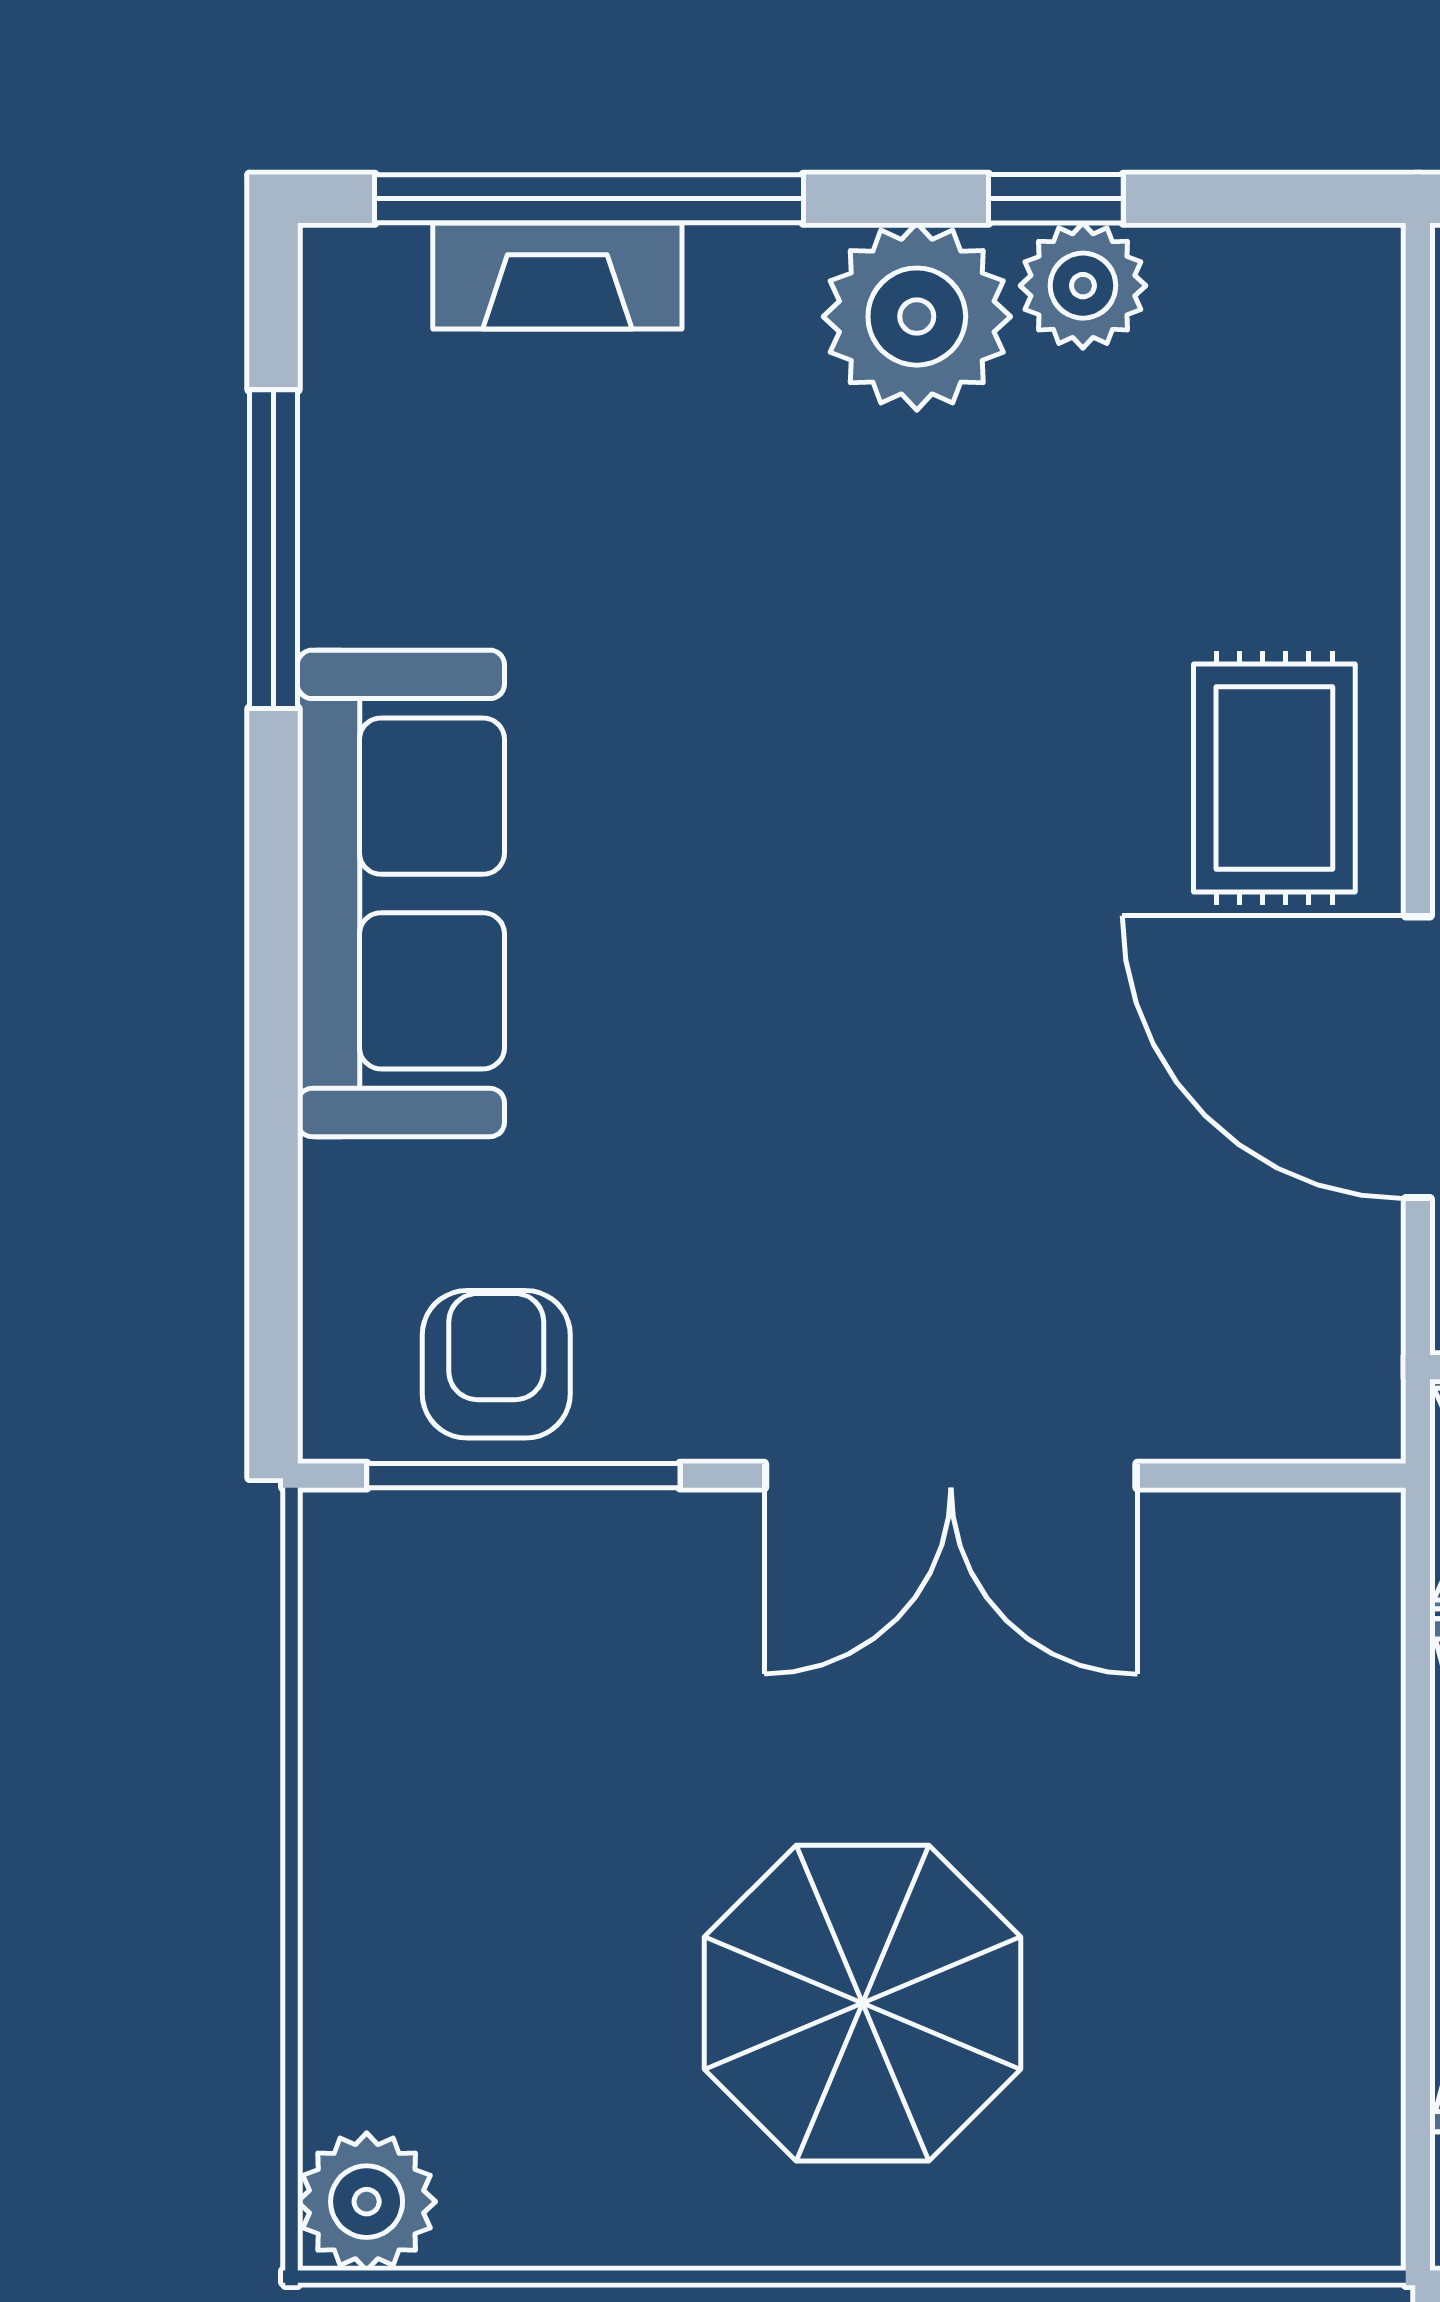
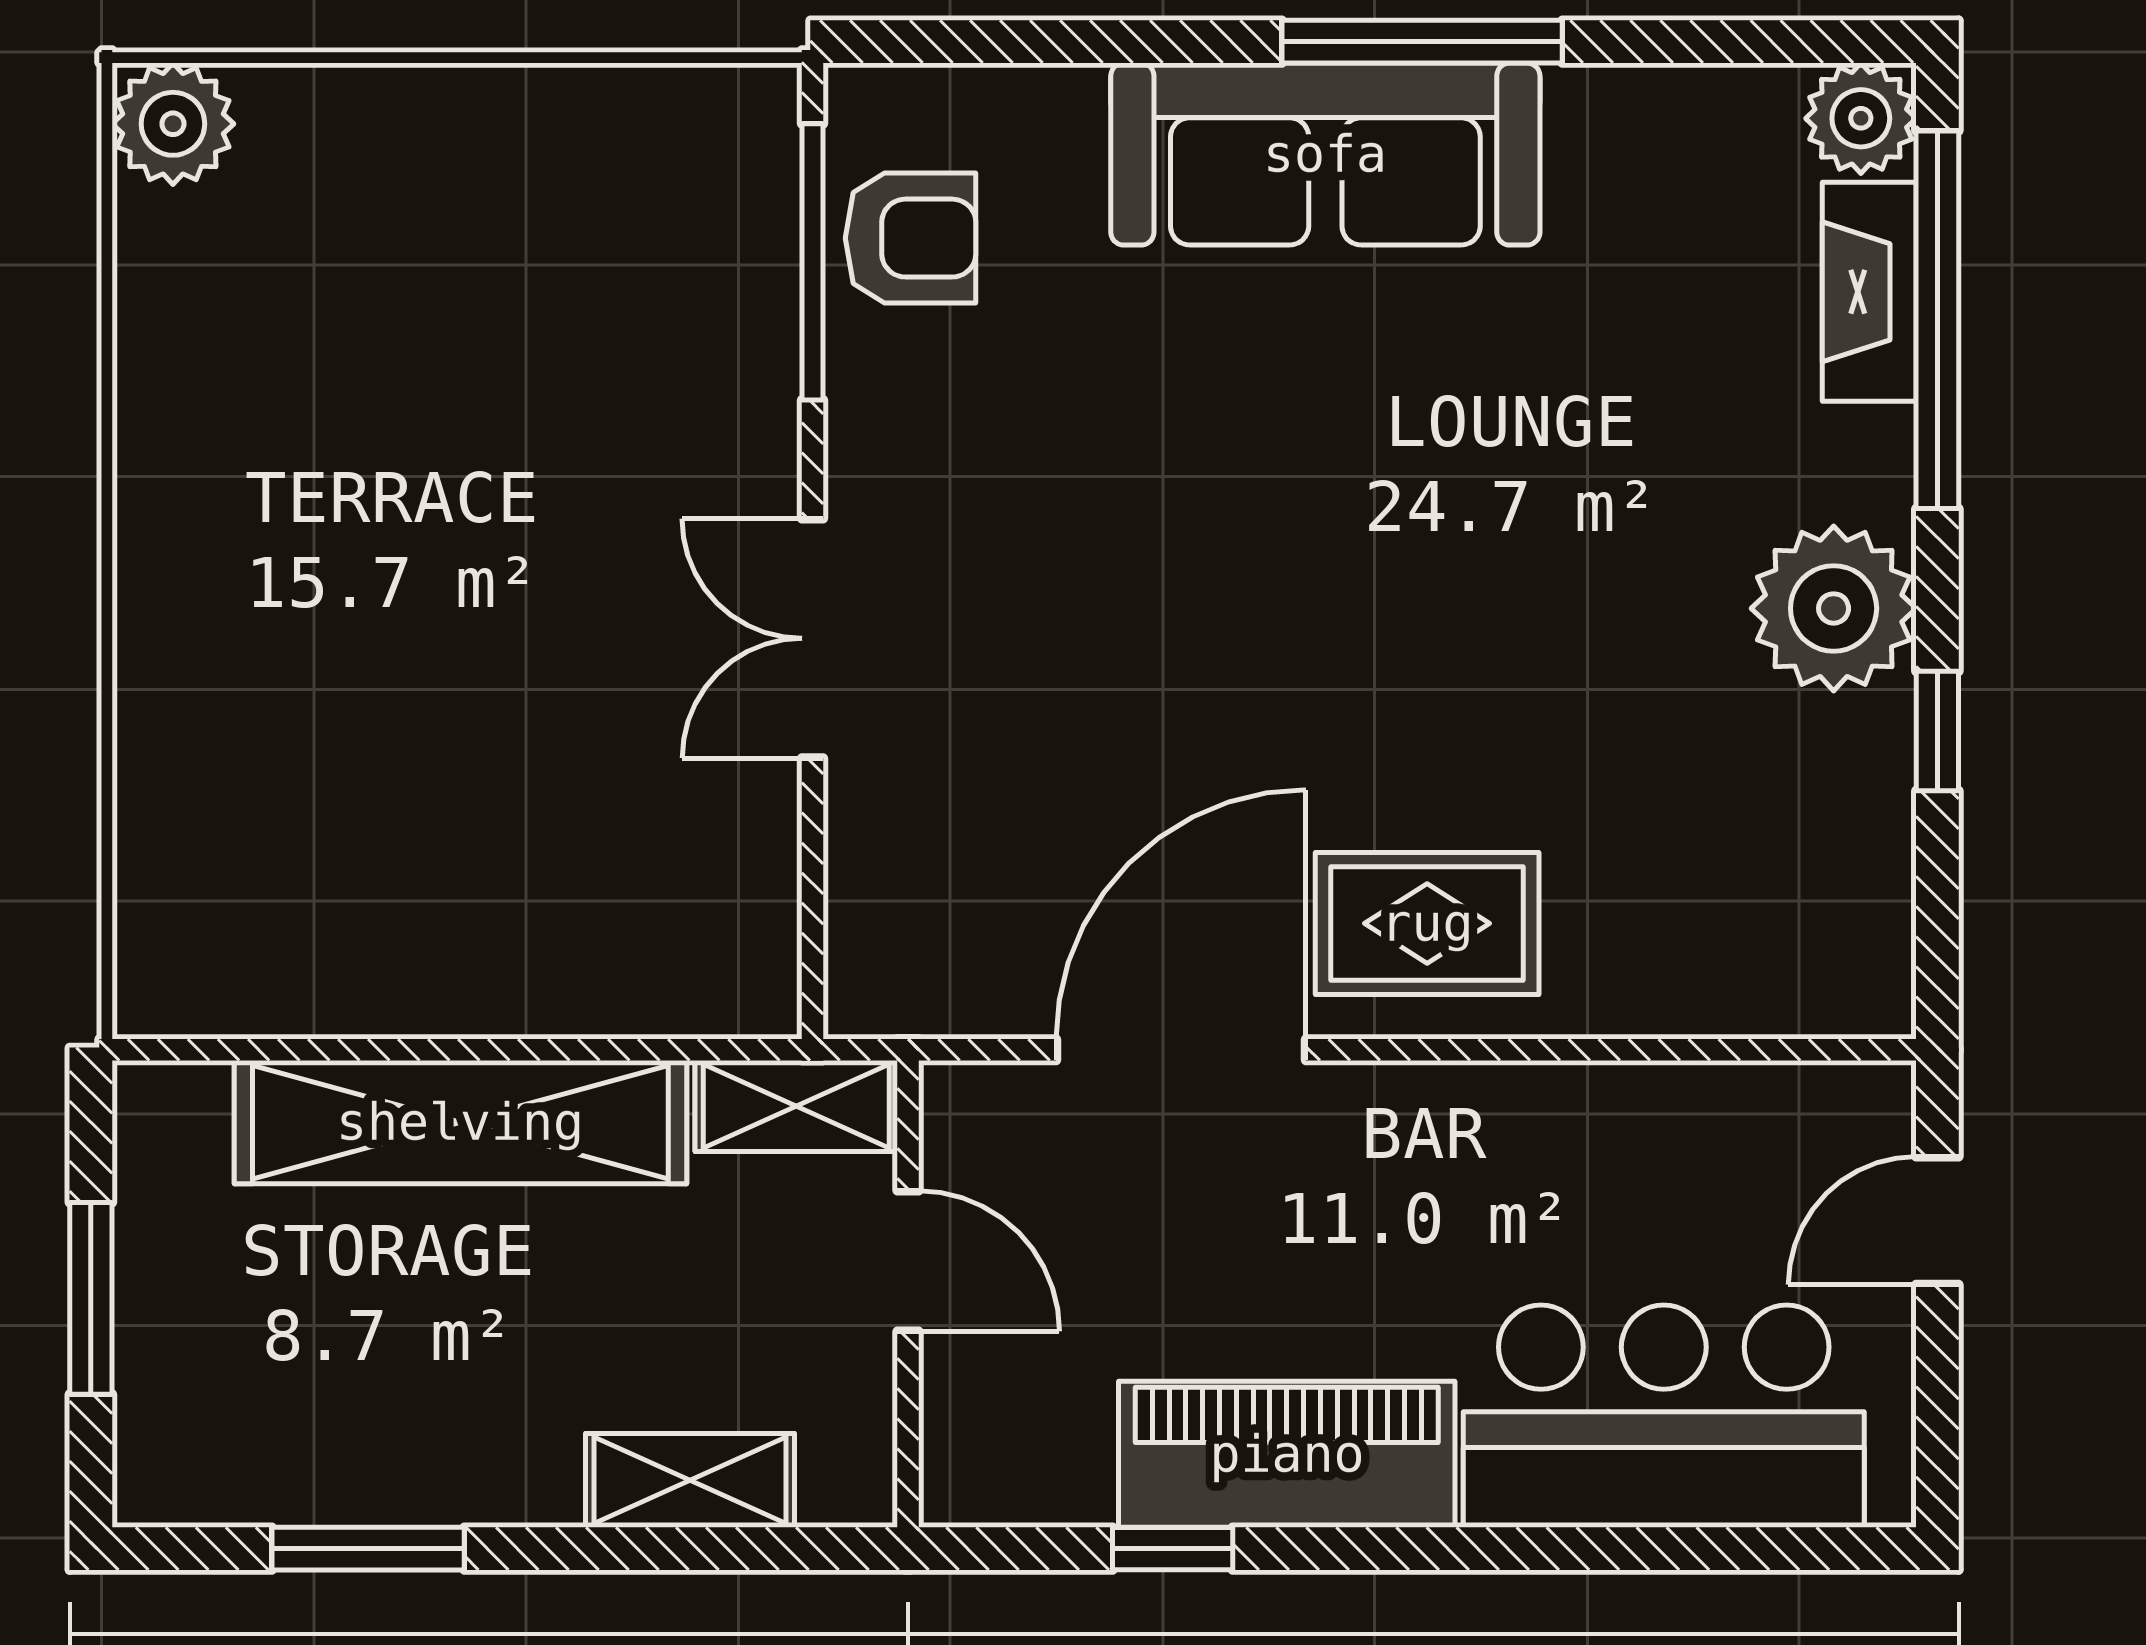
plant: (1083, 286) -> (1861, 118), moved
window: (273, 549) -> (1422, 42), moved
double door: (951, 1476) -> (813, 638), width x0.73
parasol: (863, 2003) -> (348, 561), removed

